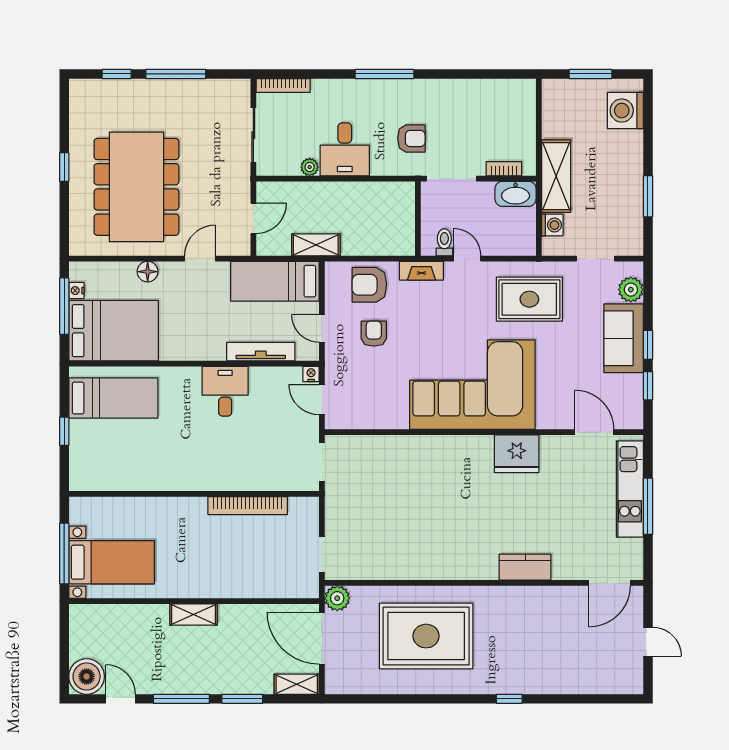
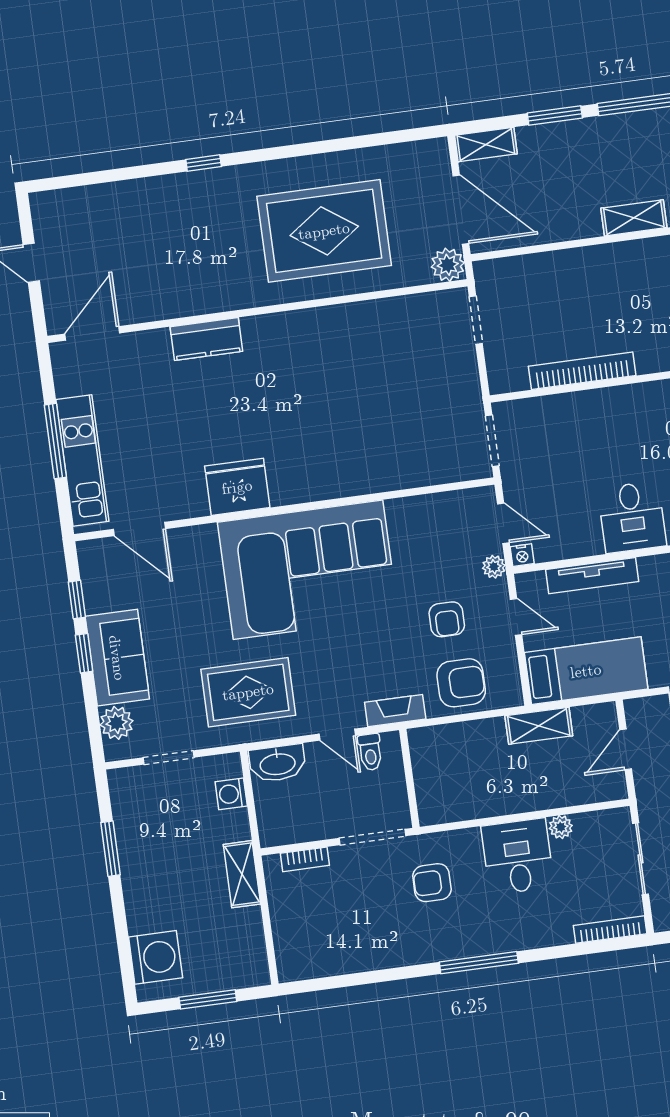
shelving: (556, 176) -> (242, 874), width x0.67, depth x0.75
washbasin: (516, 194) -> (277, 763), moved, turned 180
plant: (333, 368) -> (494, 567), added

